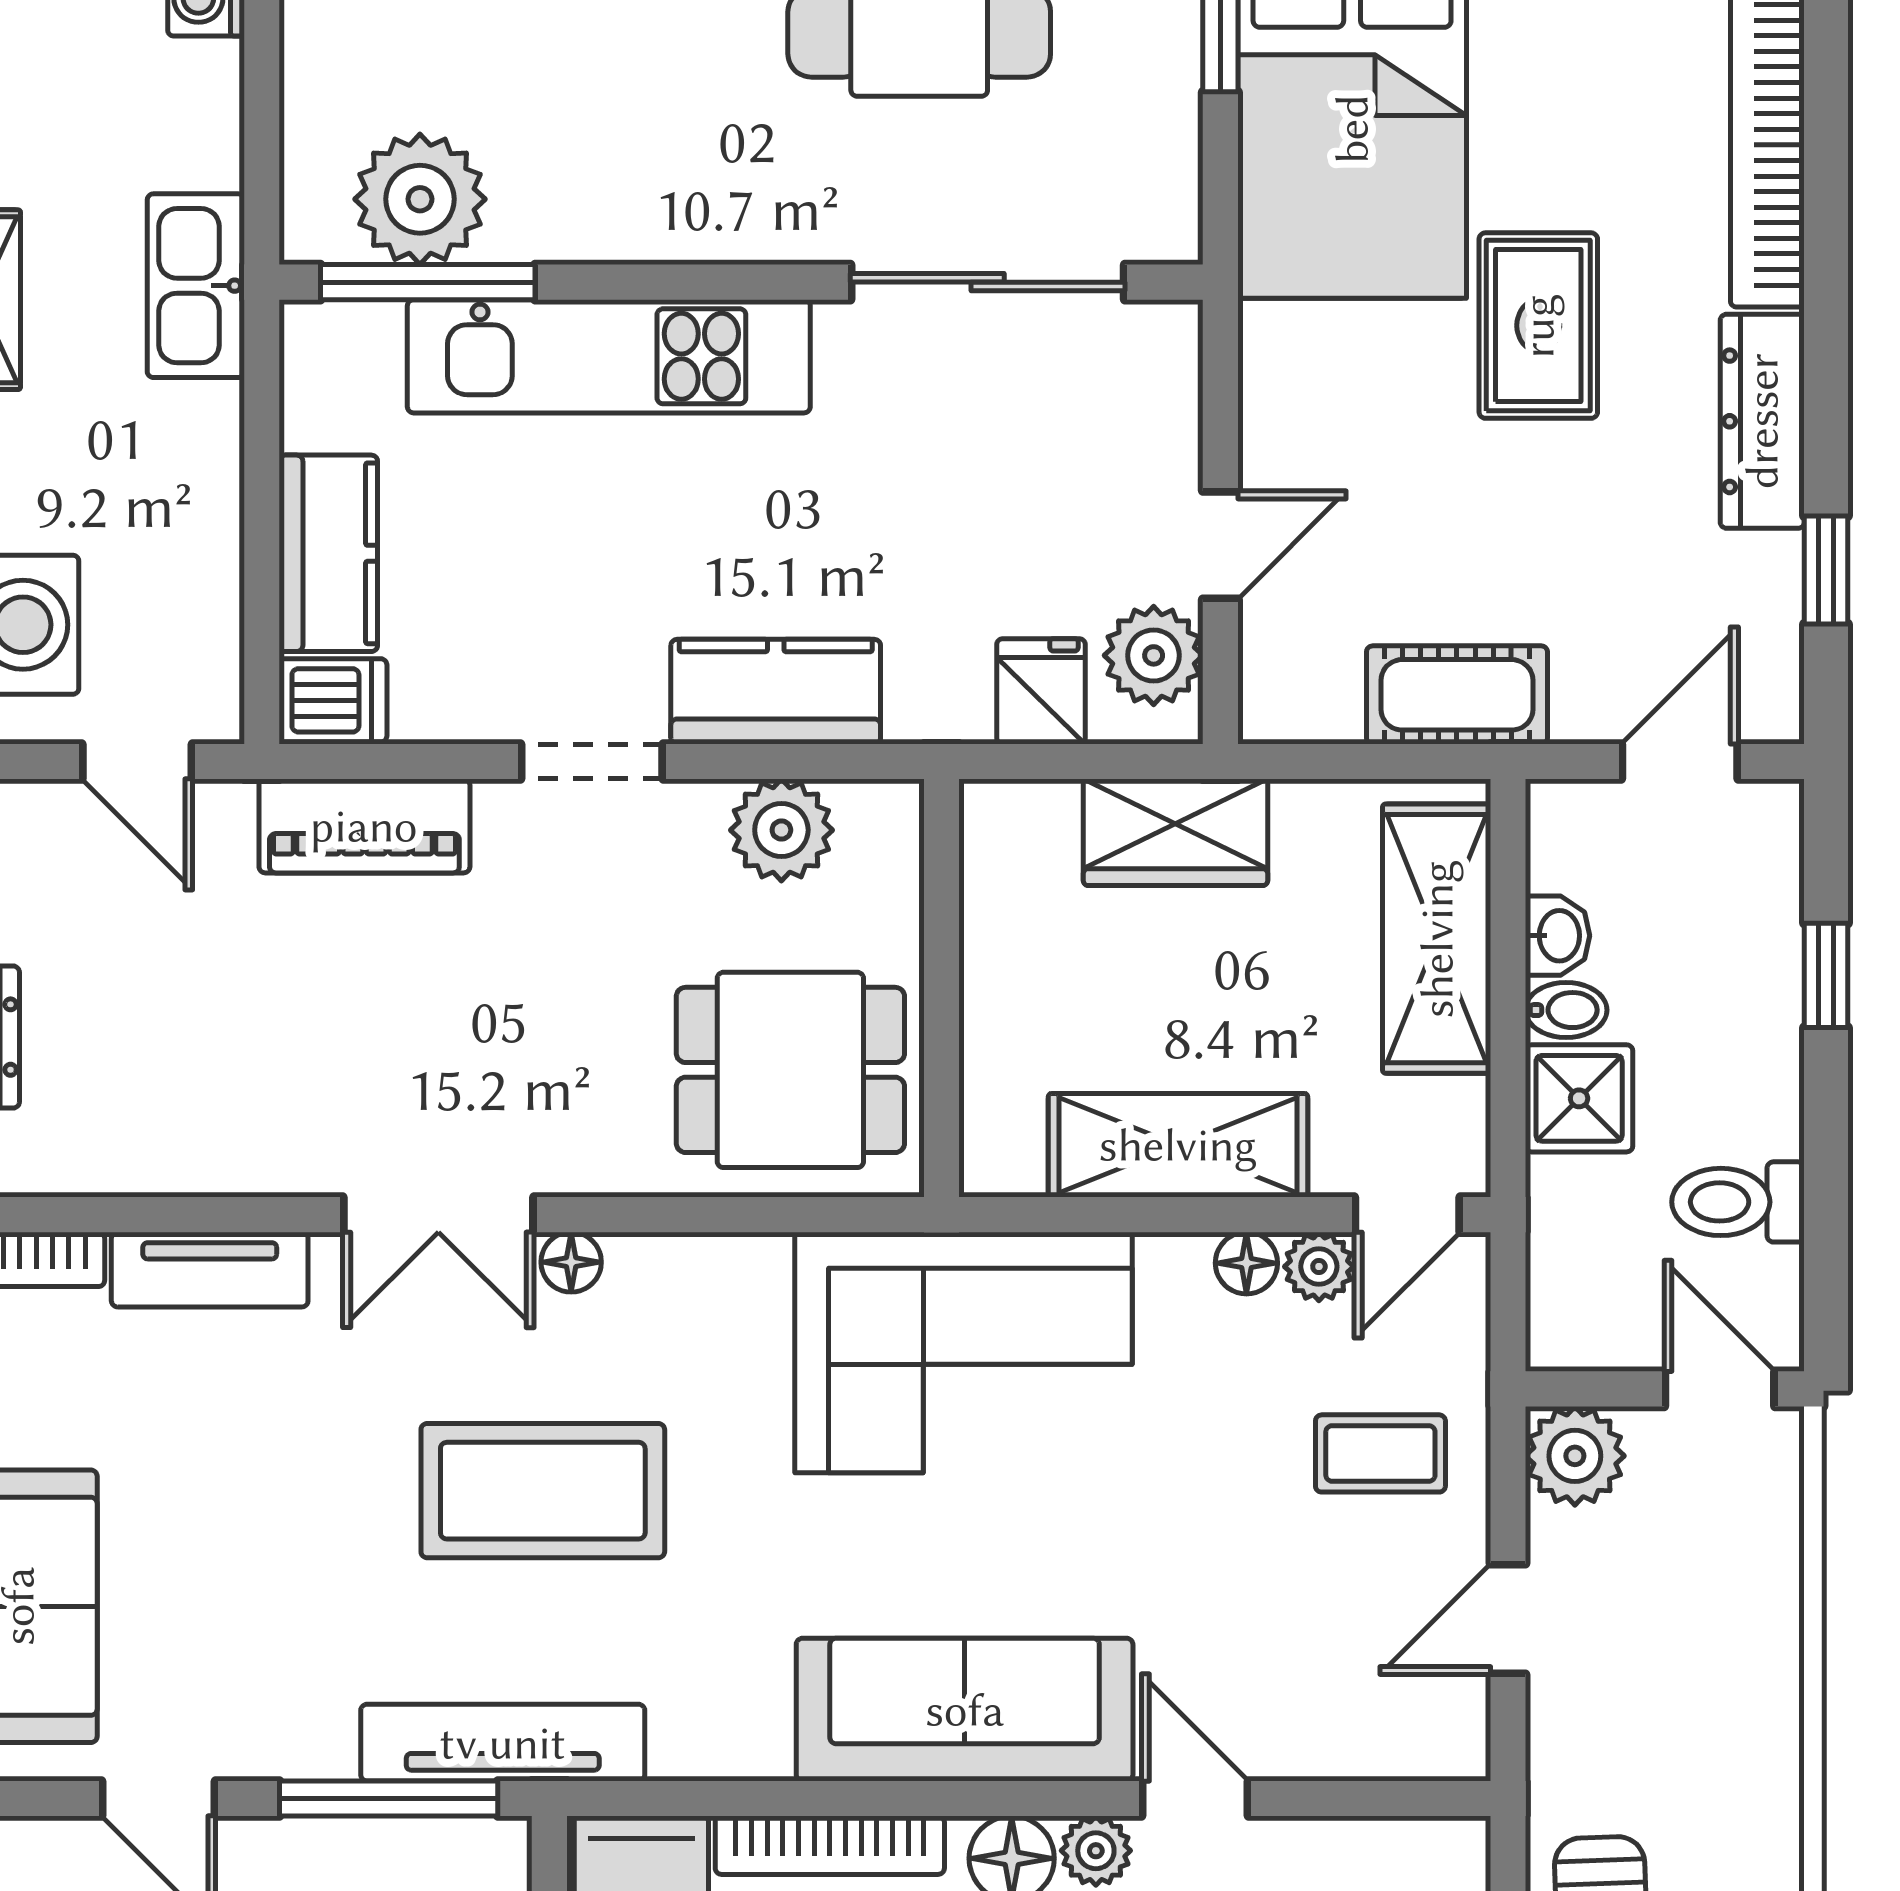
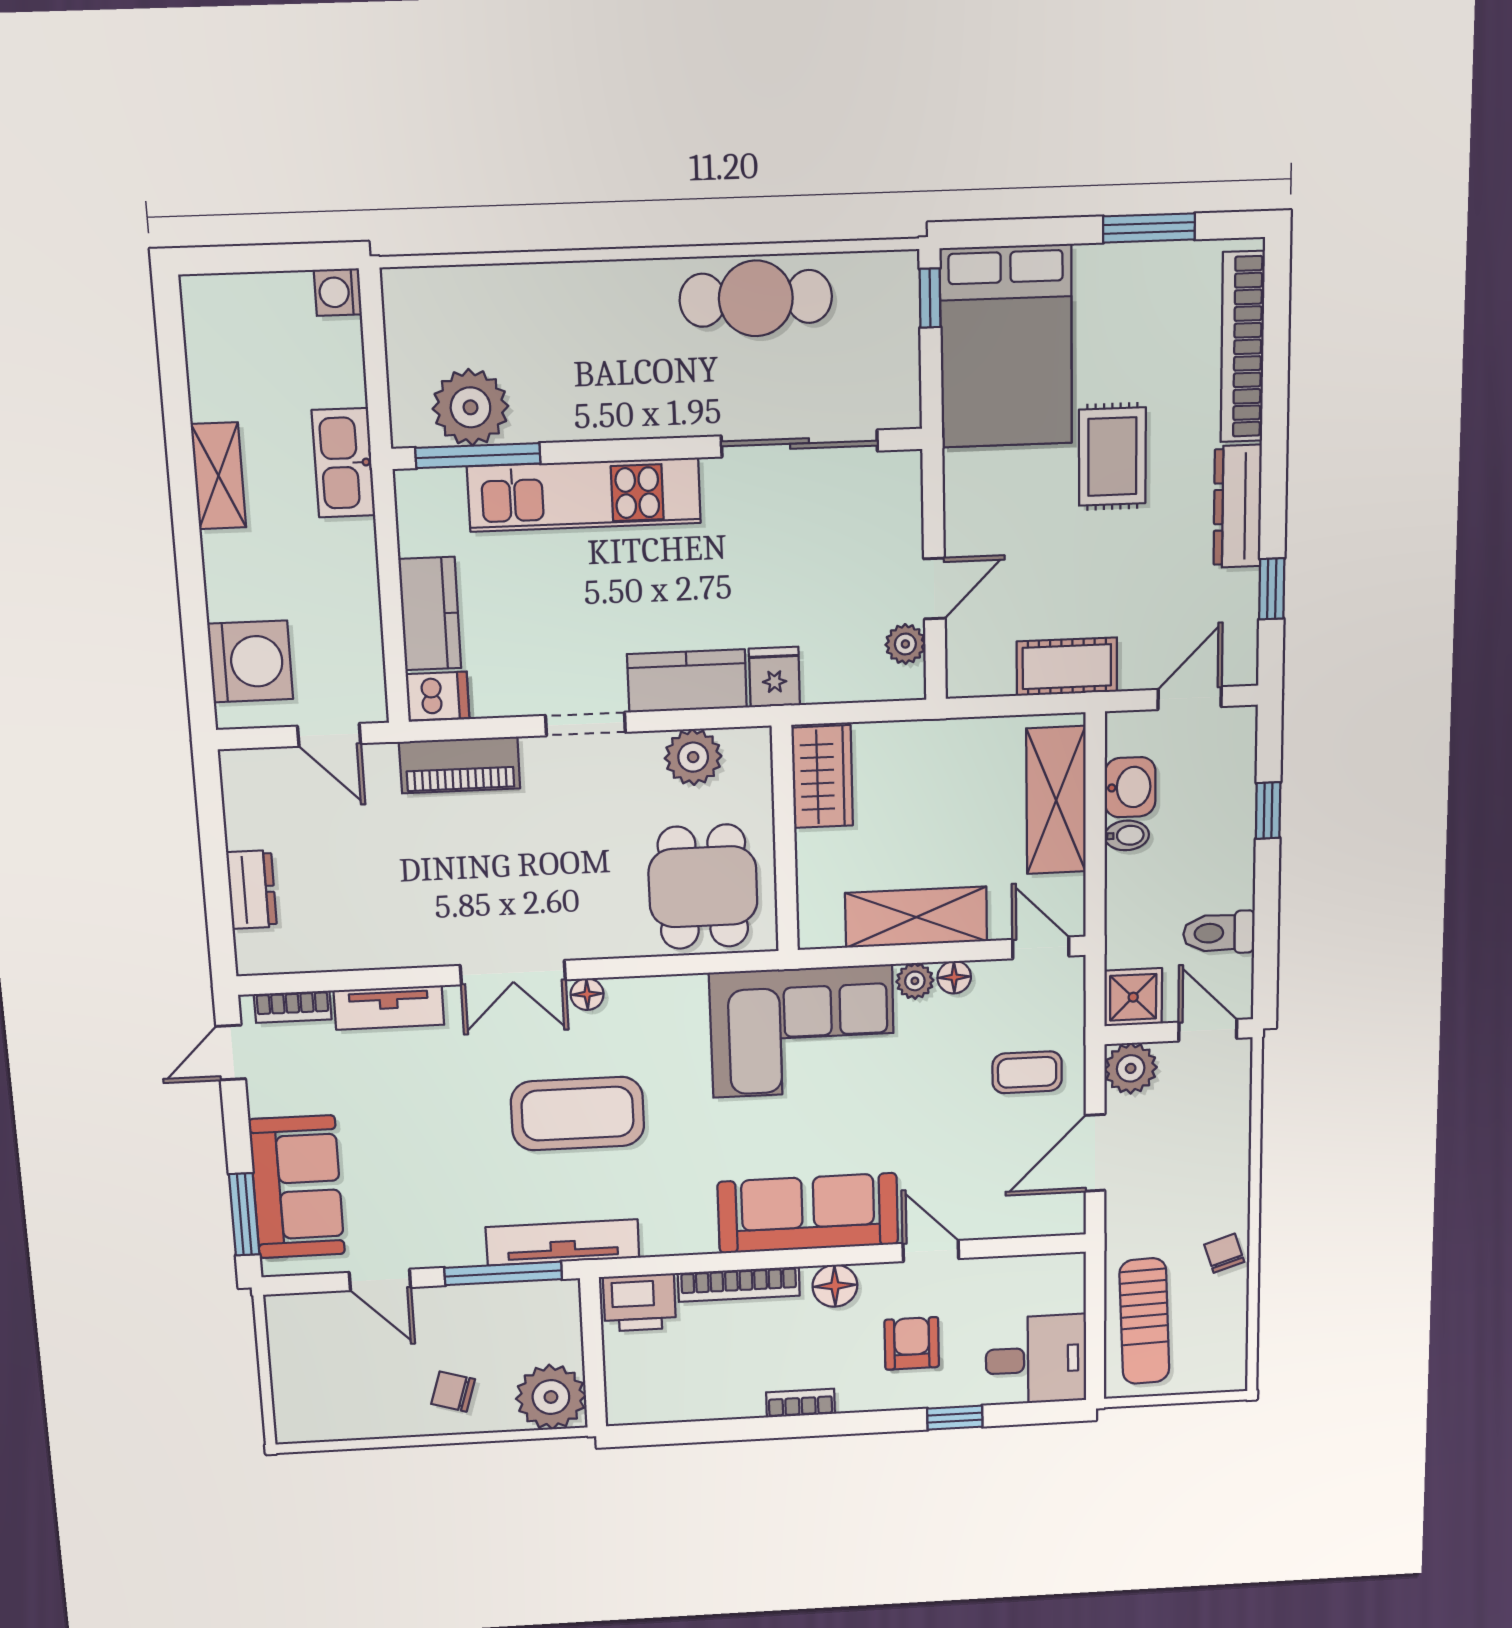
plant: (1154, 655) -> (905, 644), width x0.73, depth x0.73
fridge: (1041, 691) -> (774, 677), moved
wardrobe: (1175, 832) -> (822, 777), moved, turned -90
washbasin: (1557, 936) -> (1130, 787), width x1.38, depth x1.45
dining table: (790, 1070) -> (703, 887), turned 90
shower: (1579, 1098) -> (1133, 997), moved
door: (1407, 1215) -> (1041, 948), swing flipped
plant: (1319, 1267) -> (915, 981), moved
door: (1508, 1619) -> (1095, 1153), width x1.38
chair: (1756, 1834) -> (1224, 1253), added
plant: (1096, 1851) -> (879, 1280), removed

